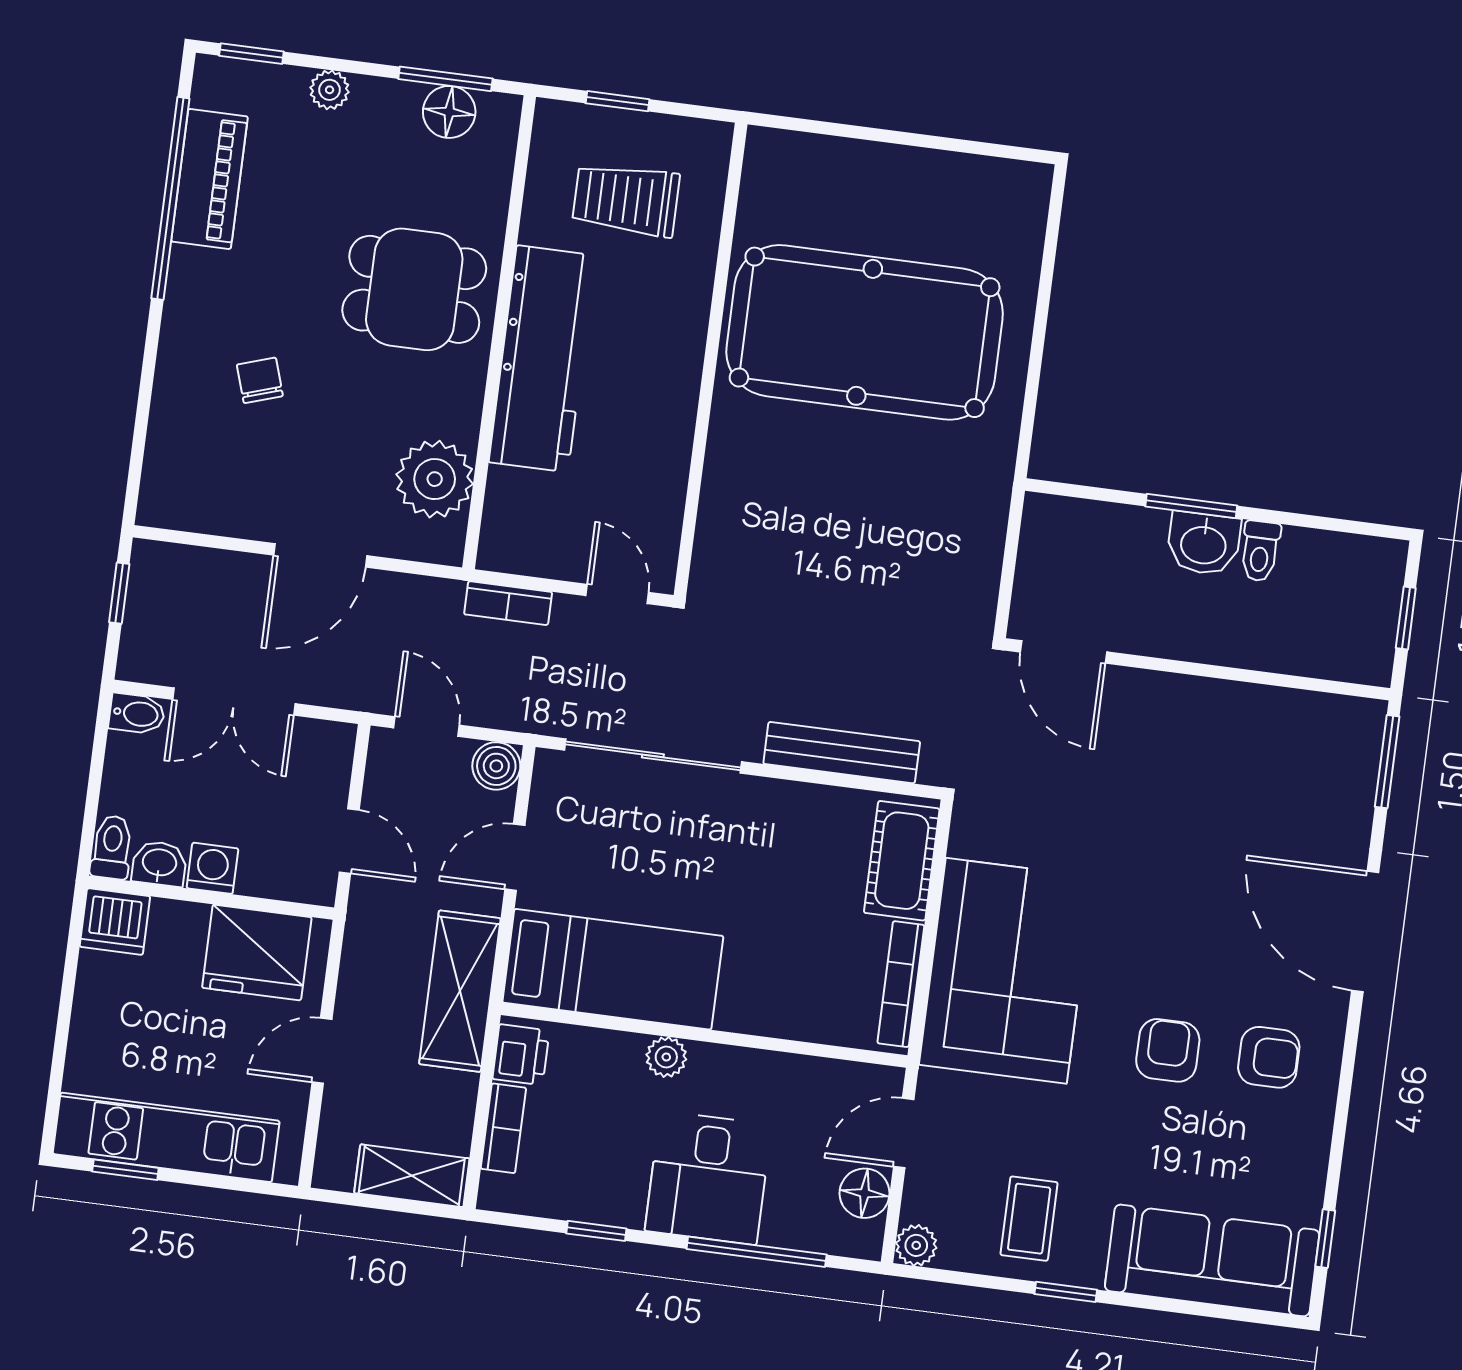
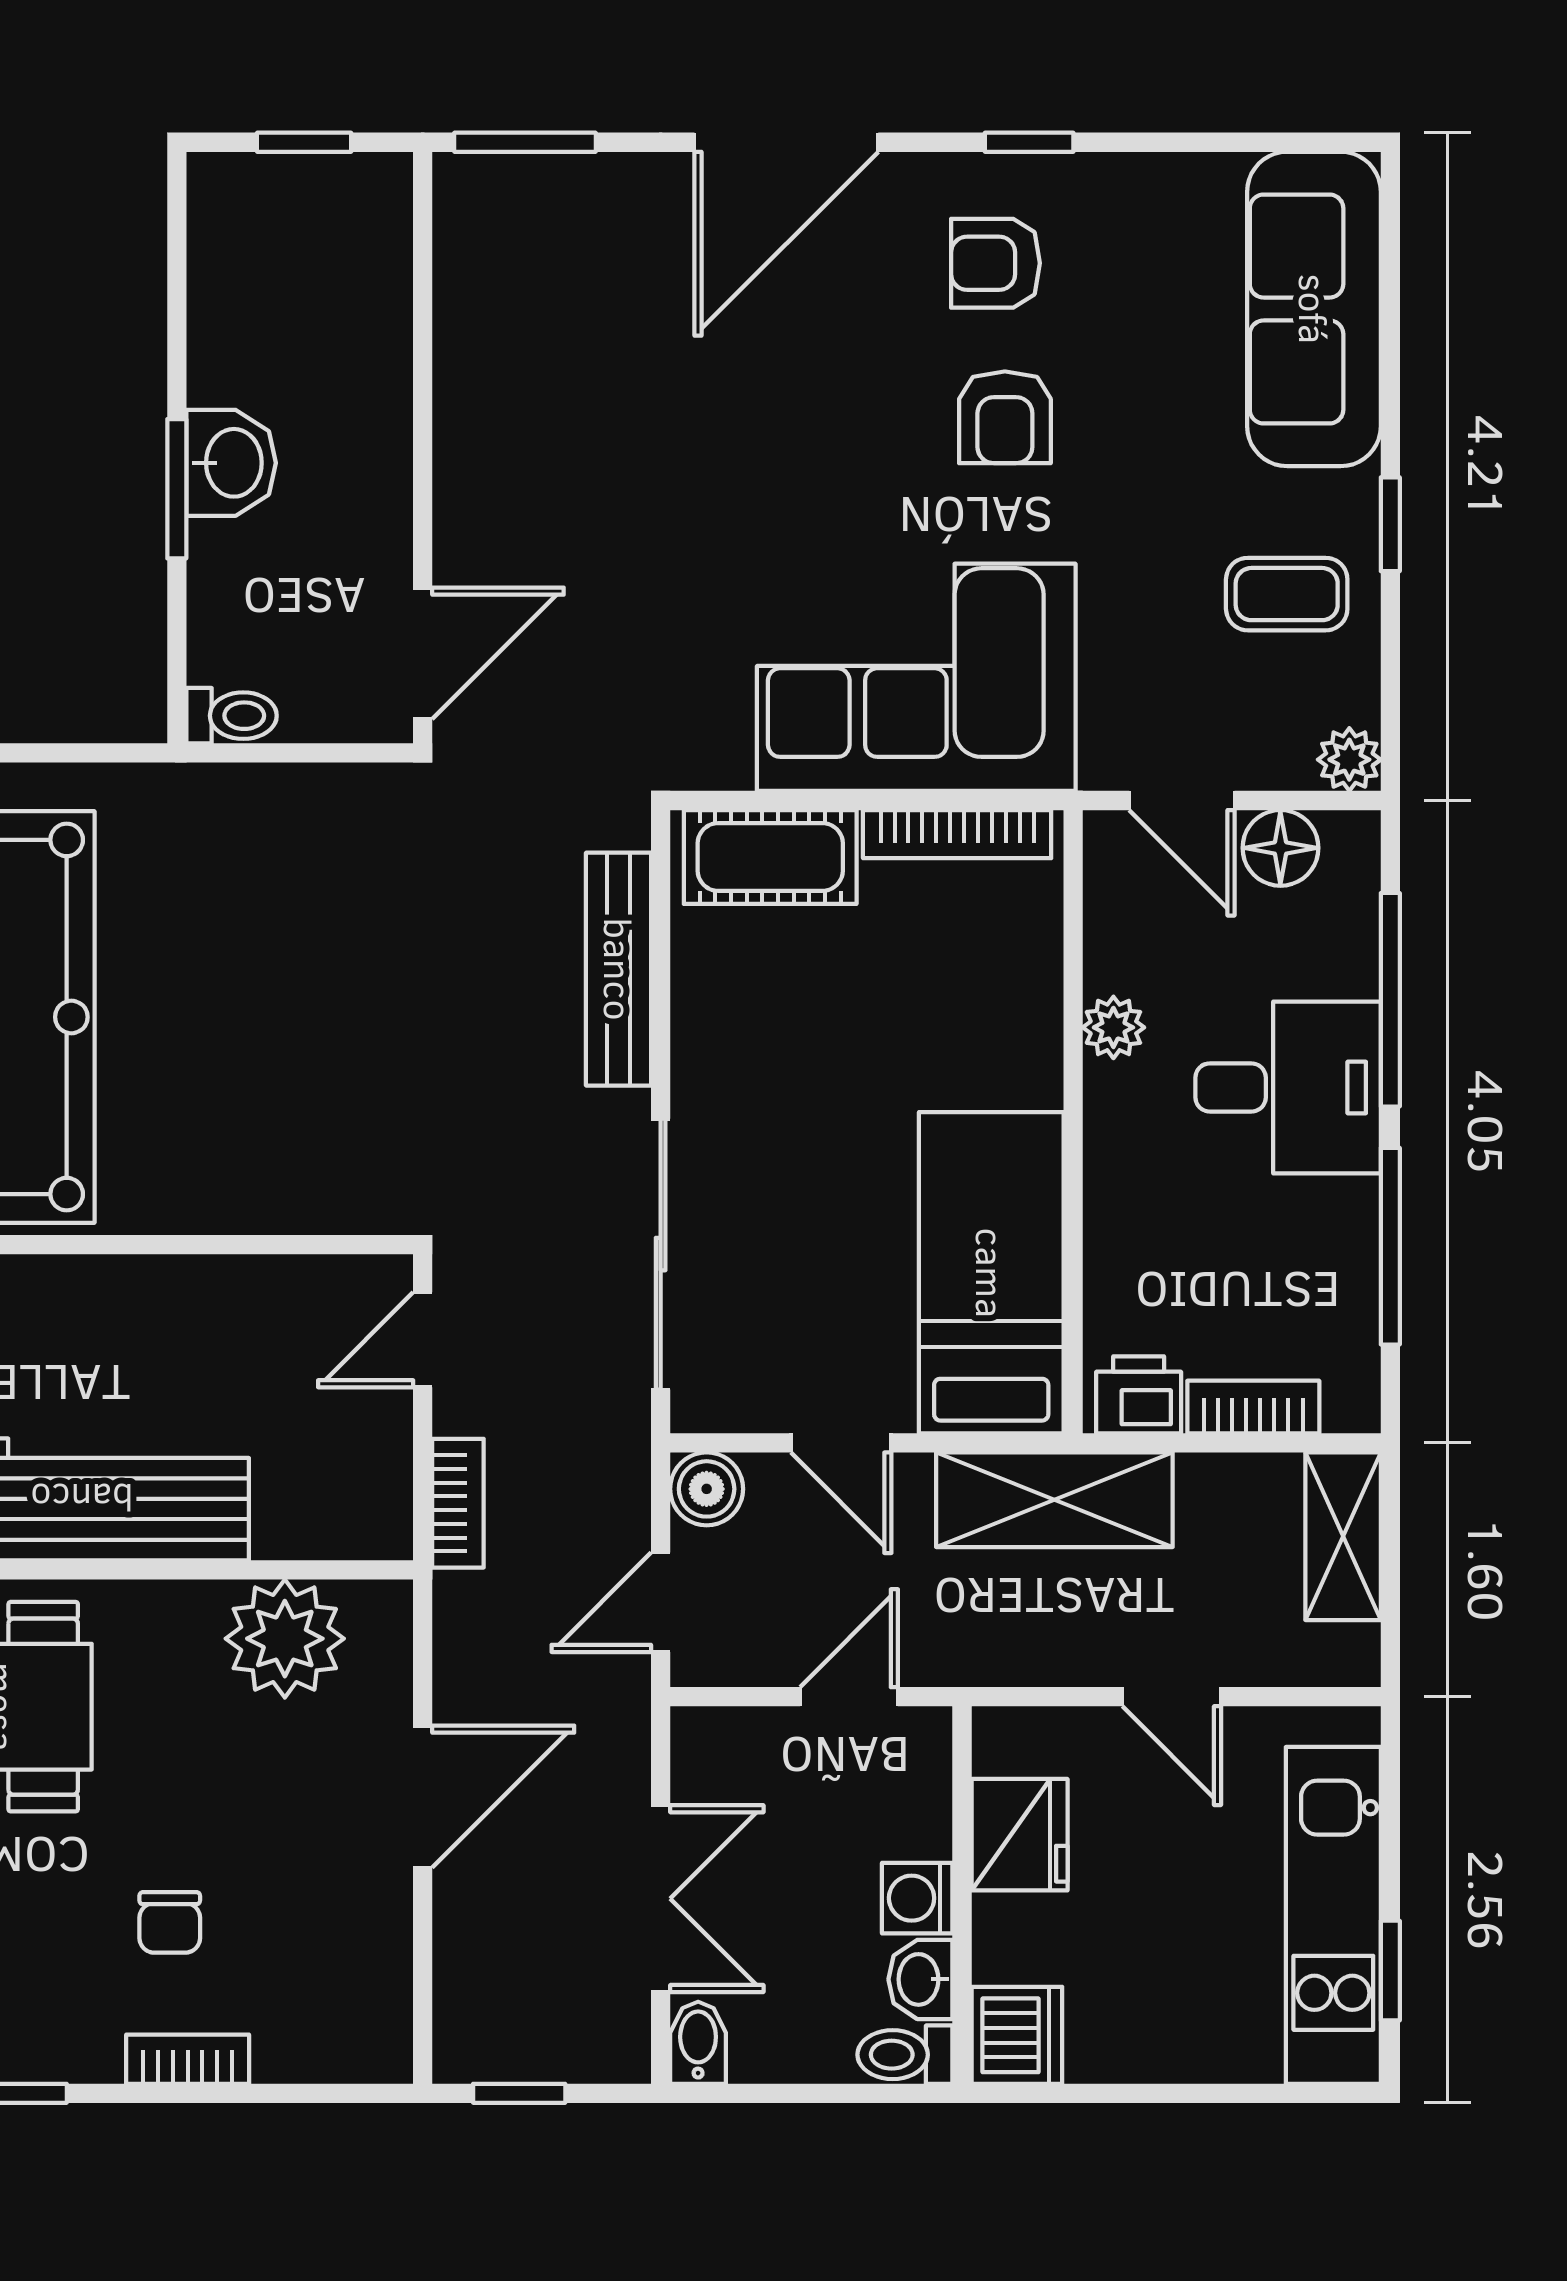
bookcase: (169, 380) -> (188, 2059), added
chair: (260, 380) -> (170, 1922), turned -72
toilet: (1260, 551) -> (232, 716), moved
door: (320, 555) -> (423, 1797), hinge flipped
fridge: (257, 953) -> (1020, 1835), width x0.73, depth x0.75
armchair: (1168, 1050) -> (1005, 417), turned -90
plant: (666, 1057) -> (1113, 1027), moved
armchair: (1269, 1057) -> (996, 263), turned -90
window: (596, 1231) -> (1390, 1246), width x2.17
window: (1325, 1239) -> (1029, 142), moved

